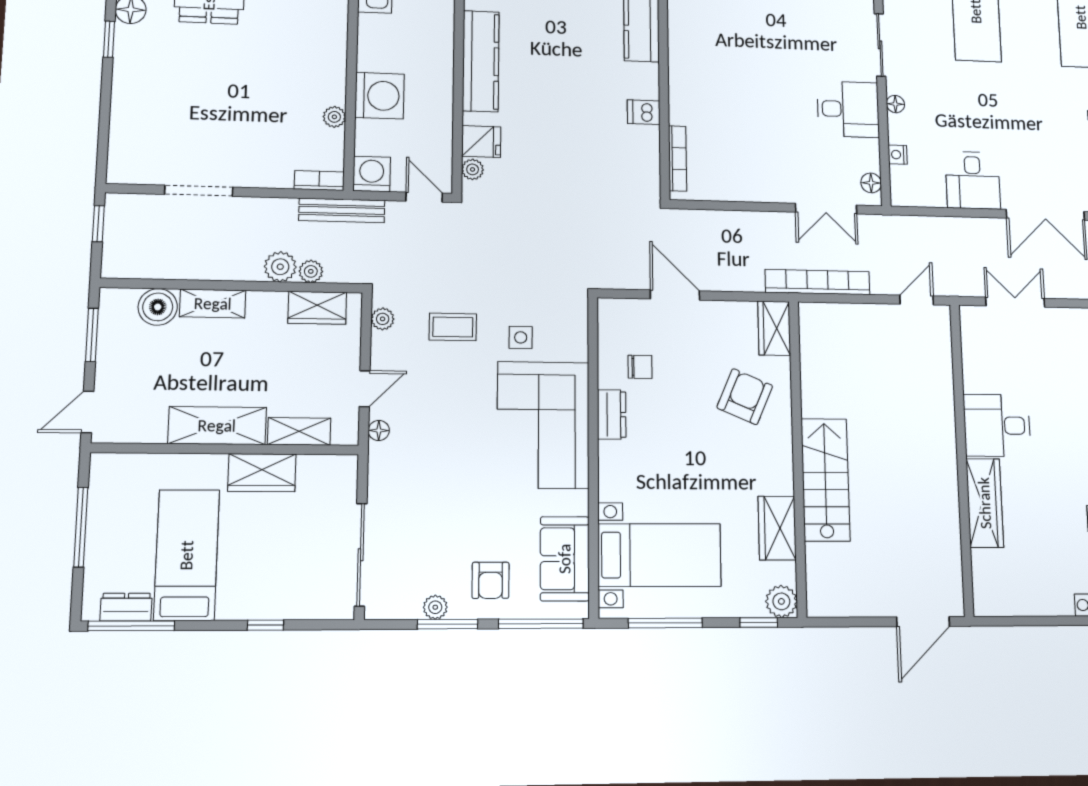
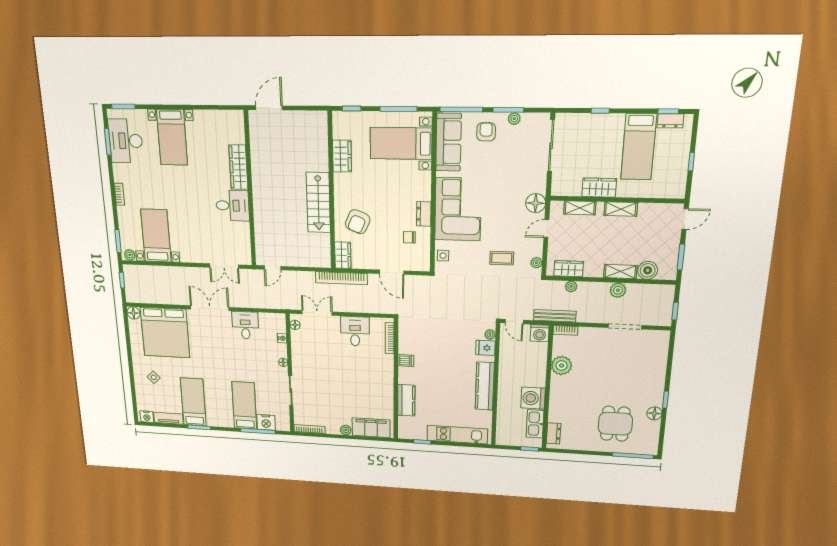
washing machine: (380, 96) -> (533, 398), moved
desk: (848, 109) -> (355, 331), moved, turned 90
plant: (334, 117) -> (562, 366), width x1.88, depth x1.88
plant: (280, 267) -> (618, 290), moved
bookcase: (818, 282) -> (341, 278), moved
side table: (521, 337) -> (443, 256), moved
shelving: (217, 426) -> (621, 209), width x0.67, depth x0.75
floor lamp: (379, 430) -> (536, 203), width x1.89, depth x1.89
stairs: (825, 480) -> (318, 203), moved
window: (81, 527) -> (691, 162), width x0.46
sofa: (565, 559) -> (449, 142), width x1.36
plant: (781, 601) -> (340, 119), removed
window: (131, 626) -> (668, 111), width x0.46

